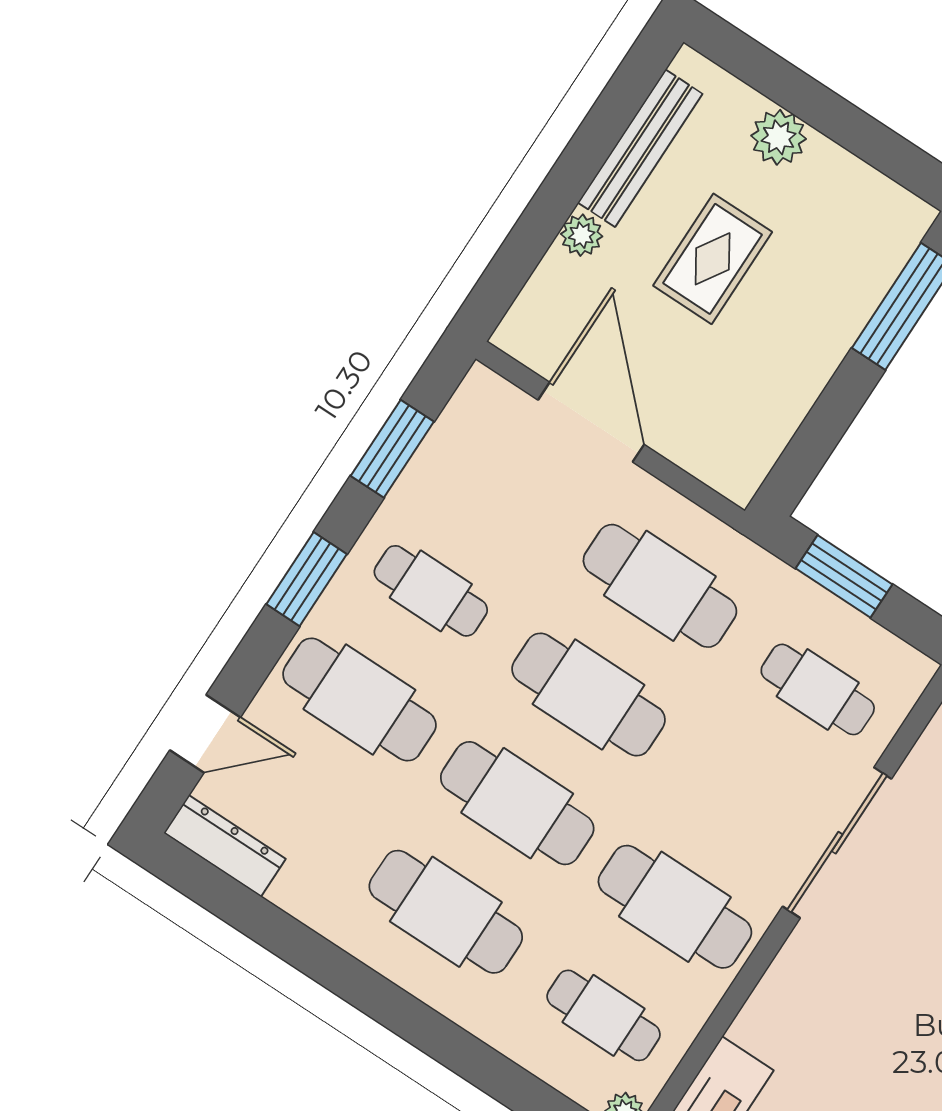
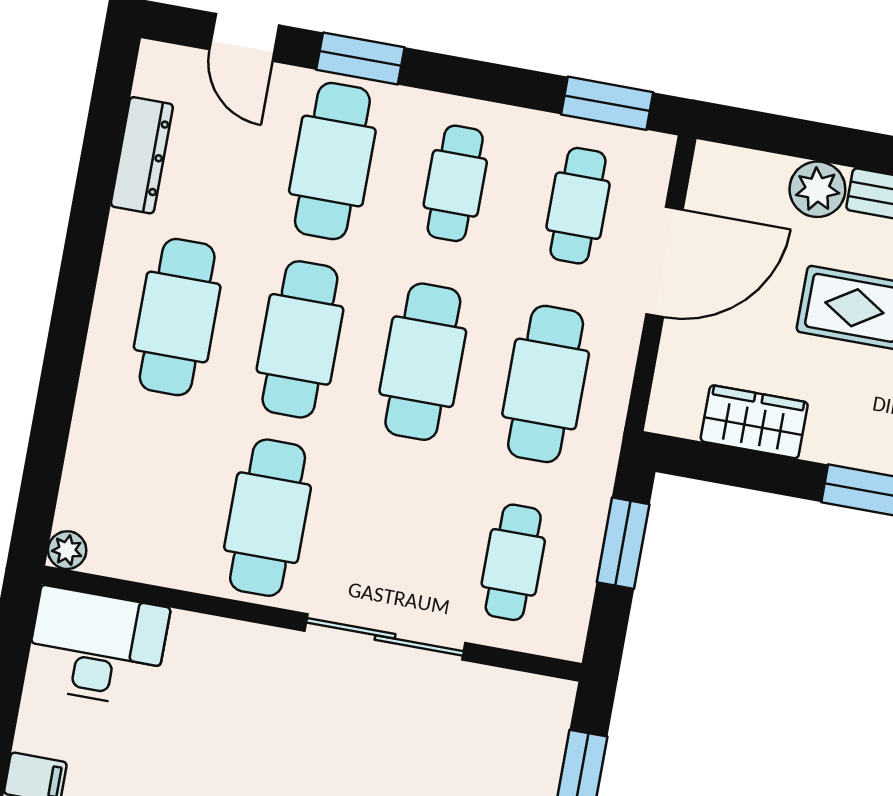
plant: (582, 235) -> (817, 189), width x1.38, depth x1.38
wardrobe: (781, 401) -> (754, 422), added
window: (392, 449) -> (607, 103), moved
window: (307, 579) -> (360, 58), moved
dresser: (225, 846) -> (142, 155), moved
cafe table: (604, 1015) -> (578, 206), moved

